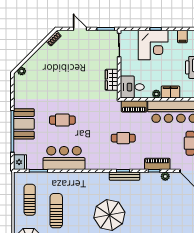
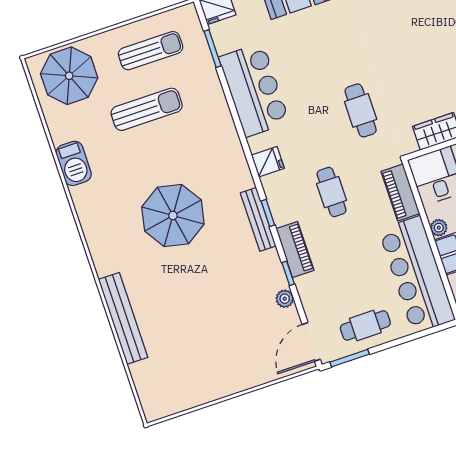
cafe table: (62, 120) -> (361, 110), moved
fridge: (99, 163) -> (268, 162), added
piano: (157, 164) -> (295, 249), moved

